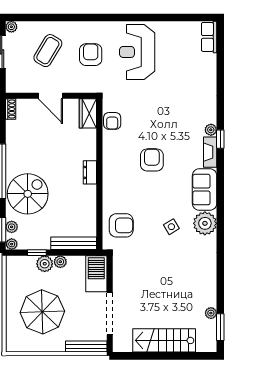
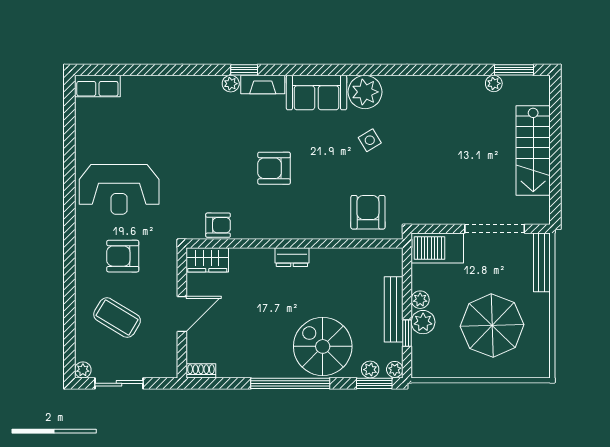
bench: (74, 243) -> (394, 309), moved

